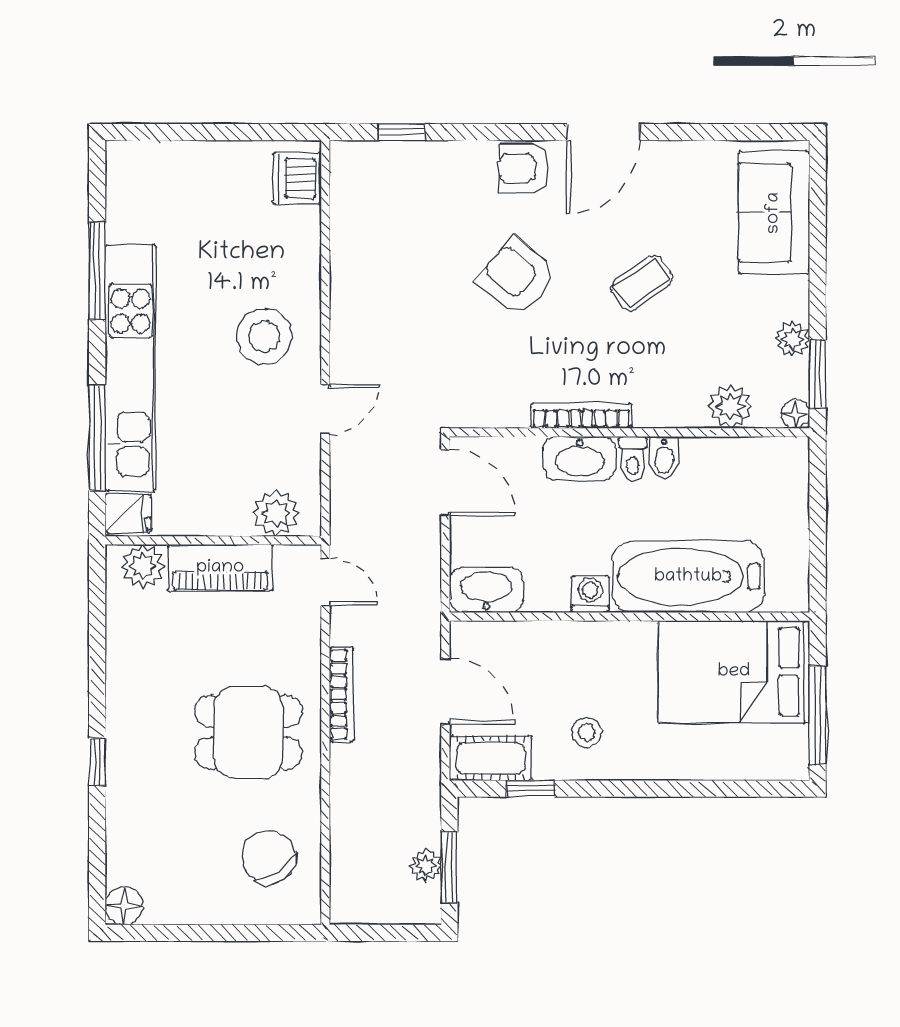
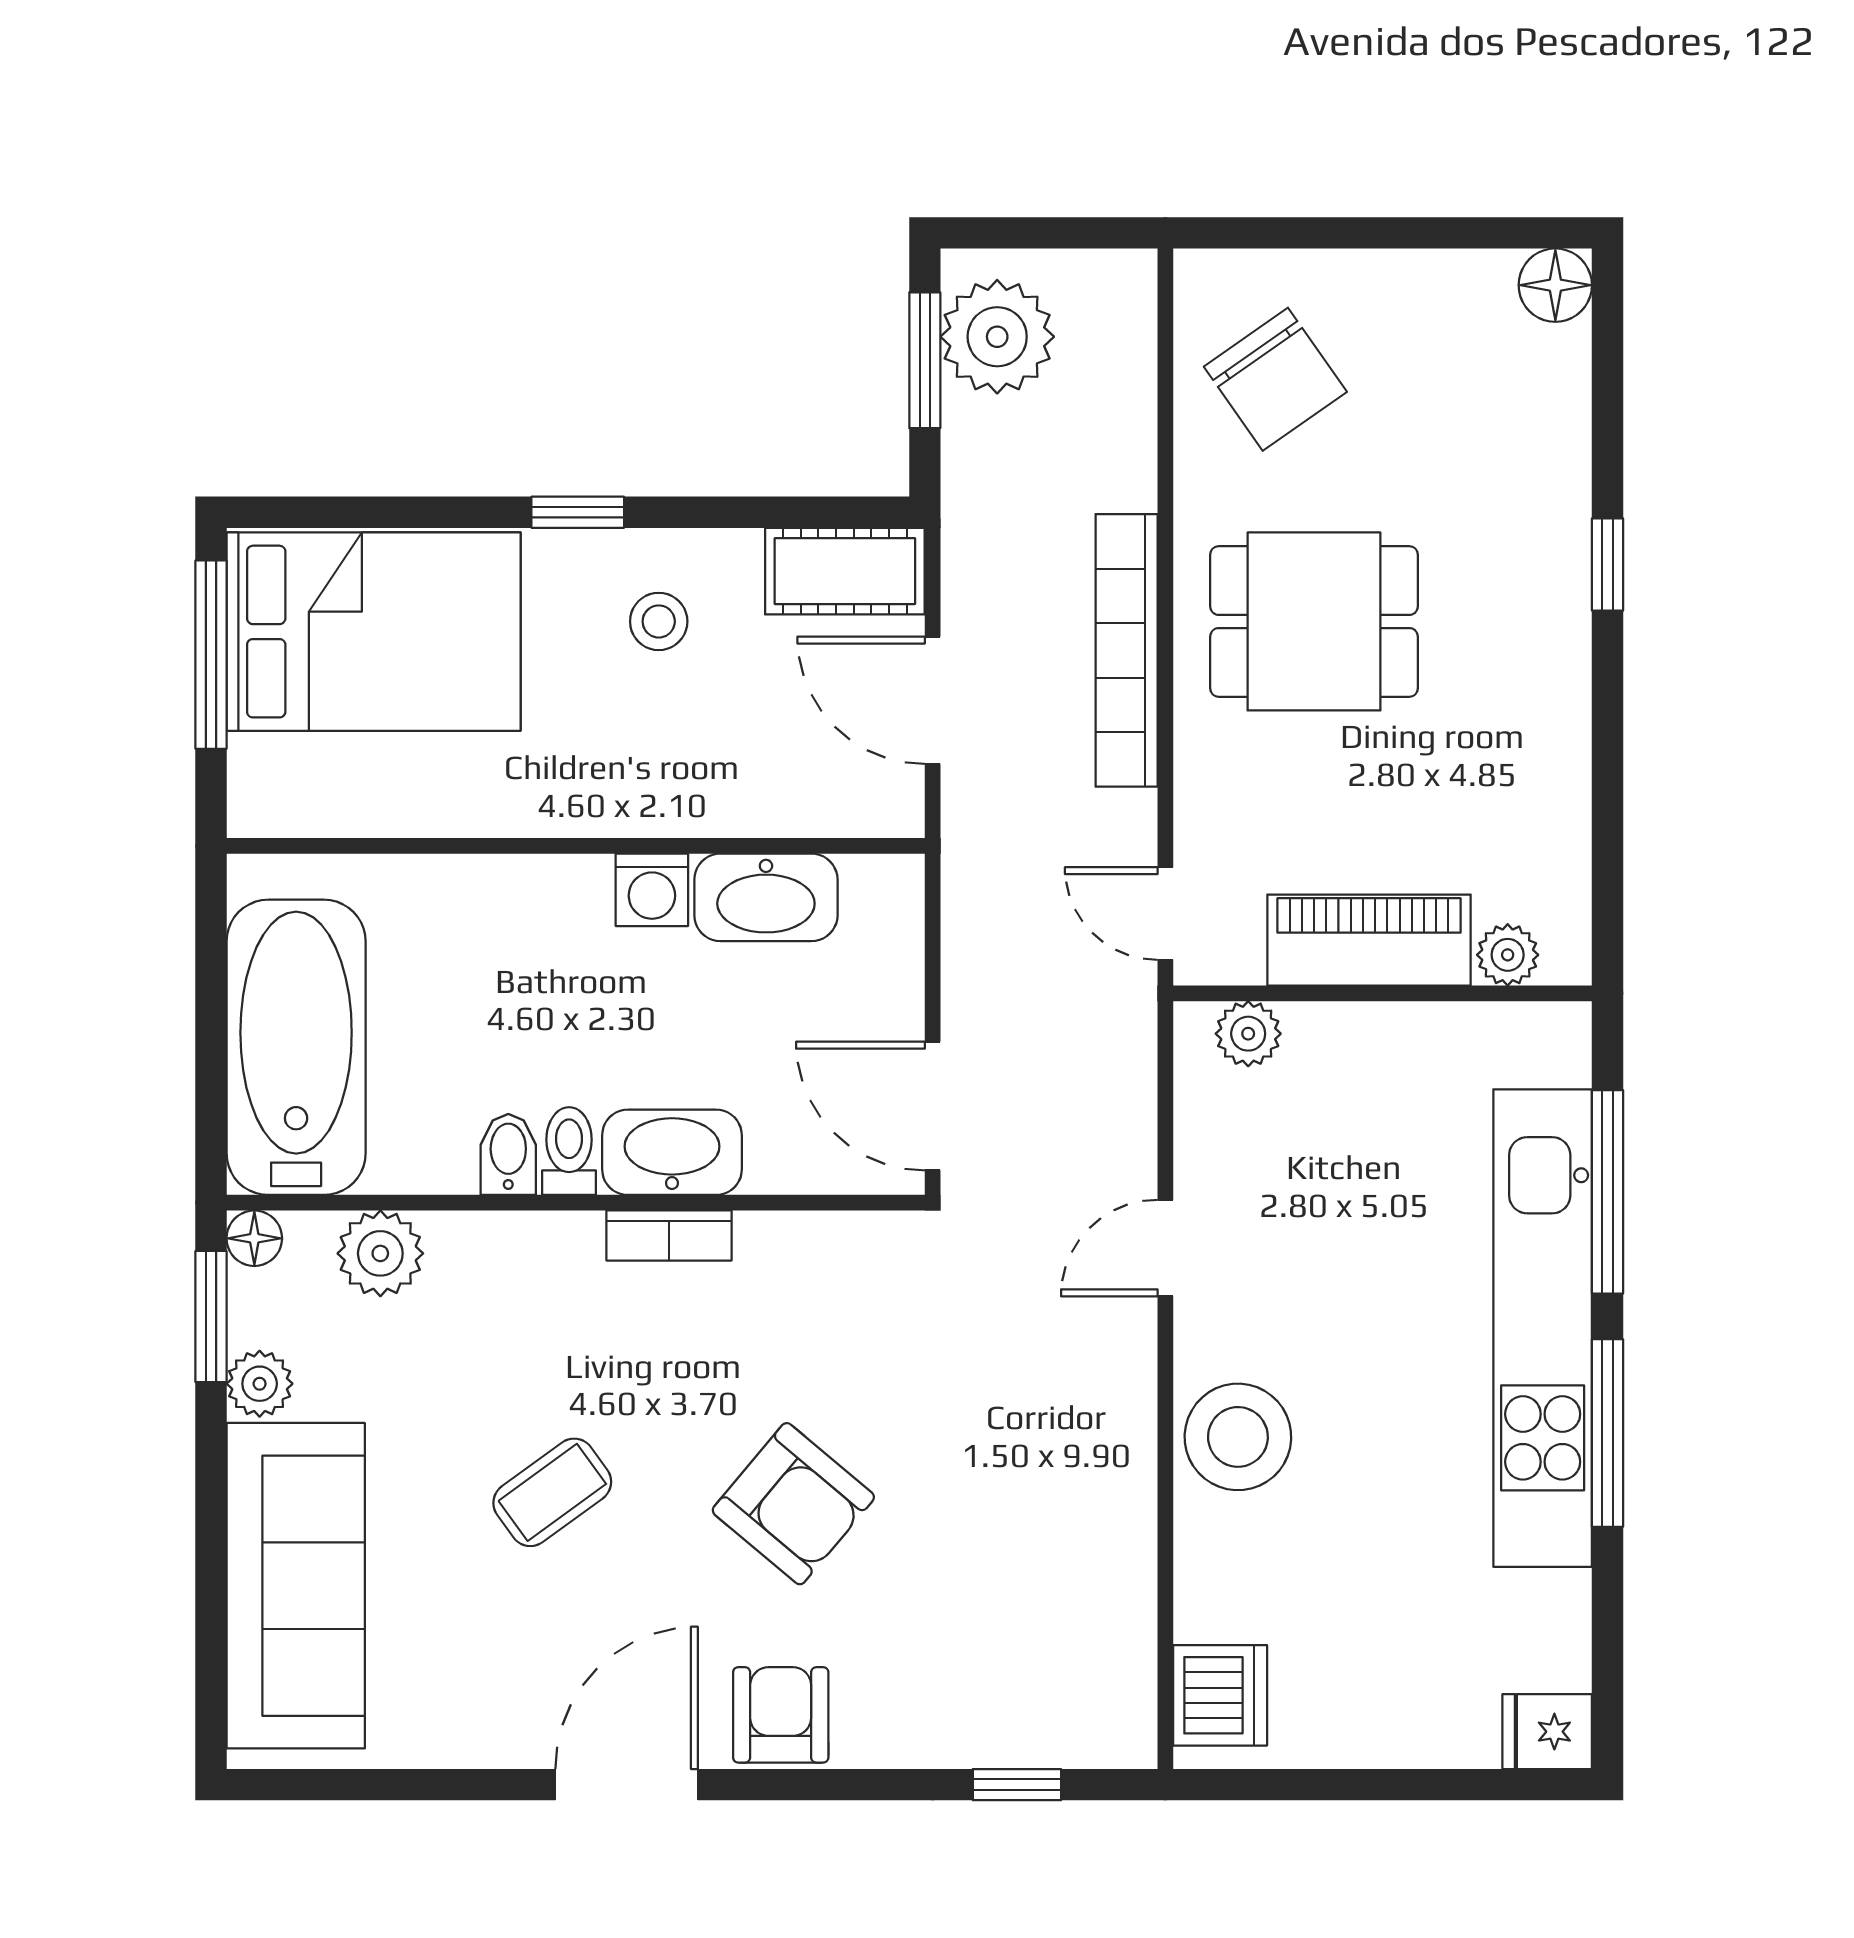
armchair: (524, 168) -> (781, 1715), turned -90
sofa: (774, 213) -> (296, 1586), width x1.36
window: (97, 271) -> (1608, 1433), moved
stool: (264, 337) -> (1238, 1437), moved
bookcase: (581, 416) -> (669, 1236), width x0.64
plant: (276, 513) -> (1248, 1034), width x0.73, depth x0.73
fridge: (128, 514) -> (1547, 1732), moved
plant: (143, 566) -> (1508, 955), width x0.73, depth x0.73
bathtub: (688, 577) -> (296, 1047), moved, turned -90
washbasin: (486, 590) -> (766, 897), moved
bed: (734, 672) -> (374, 632), moved
bookcase: (341, 695) -> (1127, 650), width x1.48, depth x1.31
window: (531, 789) -> (578, 512), moved
plant: (426, 866) -> (997, 337), width x1.88, depth x1.88

